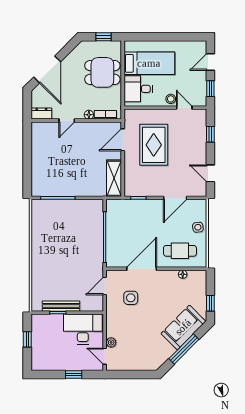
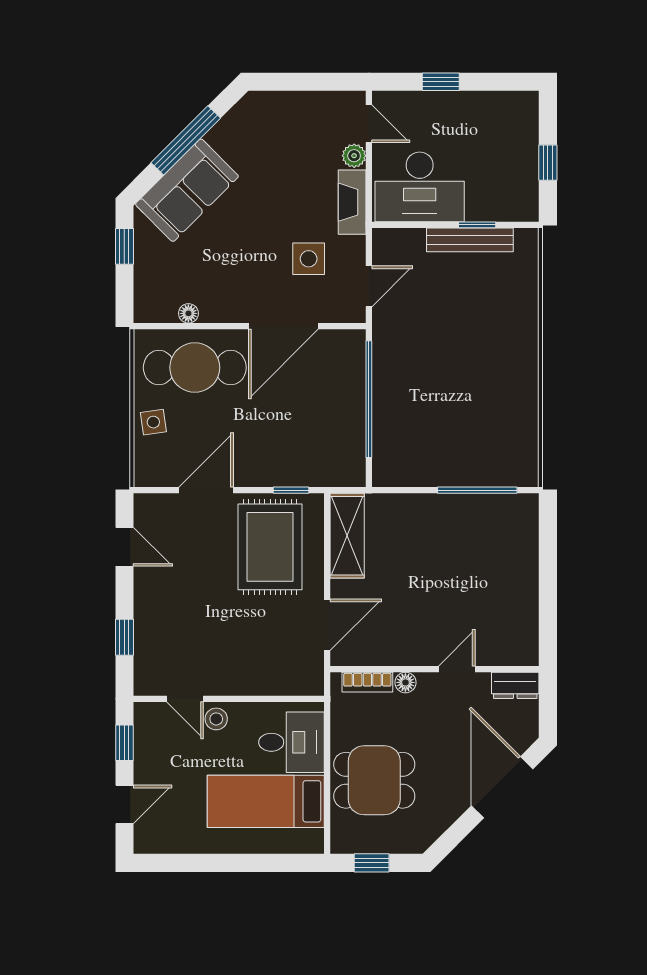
rug: (154, 145) -> (270, 547), moved
cafe table: (180, 251) -> (195, 368), width x1.37, depth x1.35
fireplace: (112, 322) -> (352, 202), added

